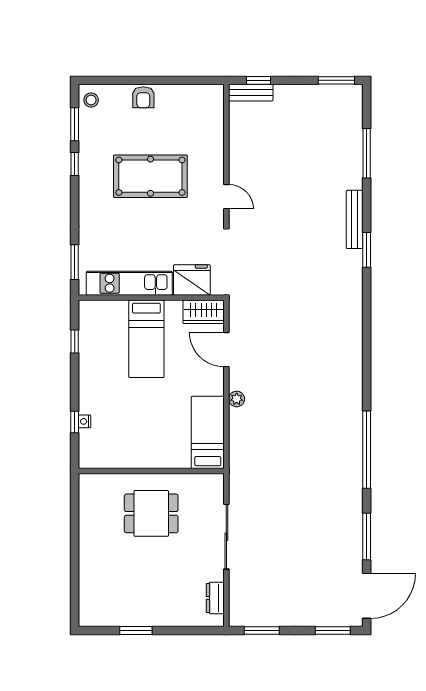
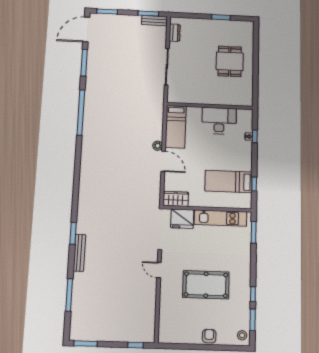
bench: (251, 93) -> (154, 21), moved
bed: (146, 339) -> (229, 181), moved, turned -90
door: (226, 350) -> (163, 161), moved
desk: (135, 446) -> (219, 121), added
dining table: (151, 513) -> (230, 61), moved, turned 90

